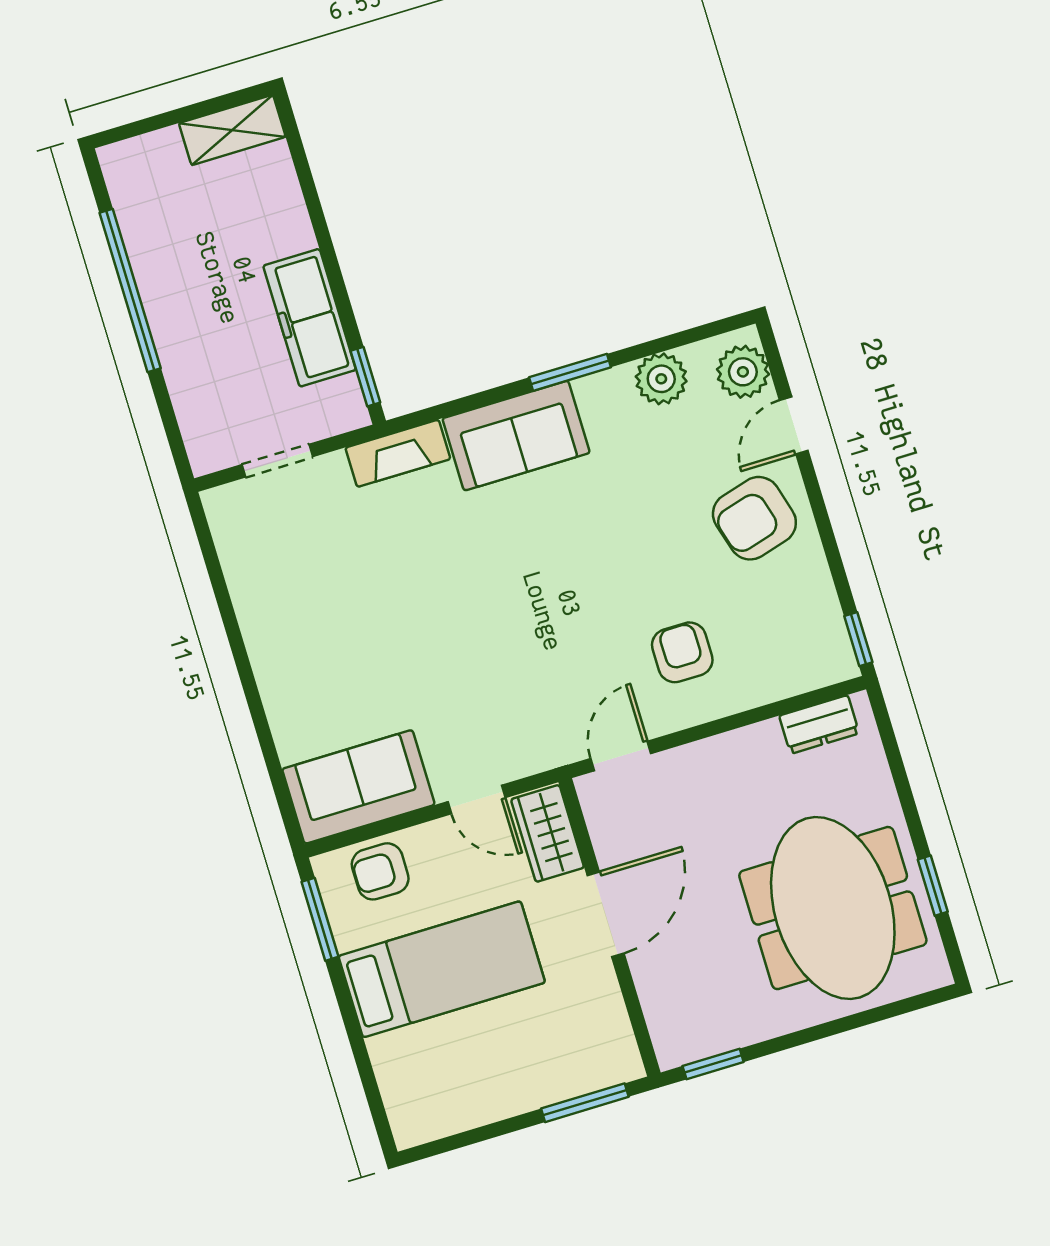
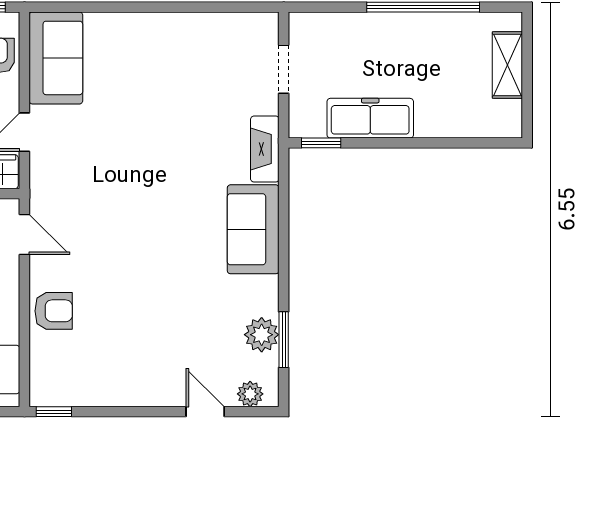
shelving: (232, 130) -> (507, 65), moved
window: (570, 372) -> (284, 340), moved
plant: (743, 372) -> (250, 394), width x0.73, depth x0.73
armchair: (754, 518) -> (153, 368), removed
armchair: (682, 652) -> (54, 311), moved

